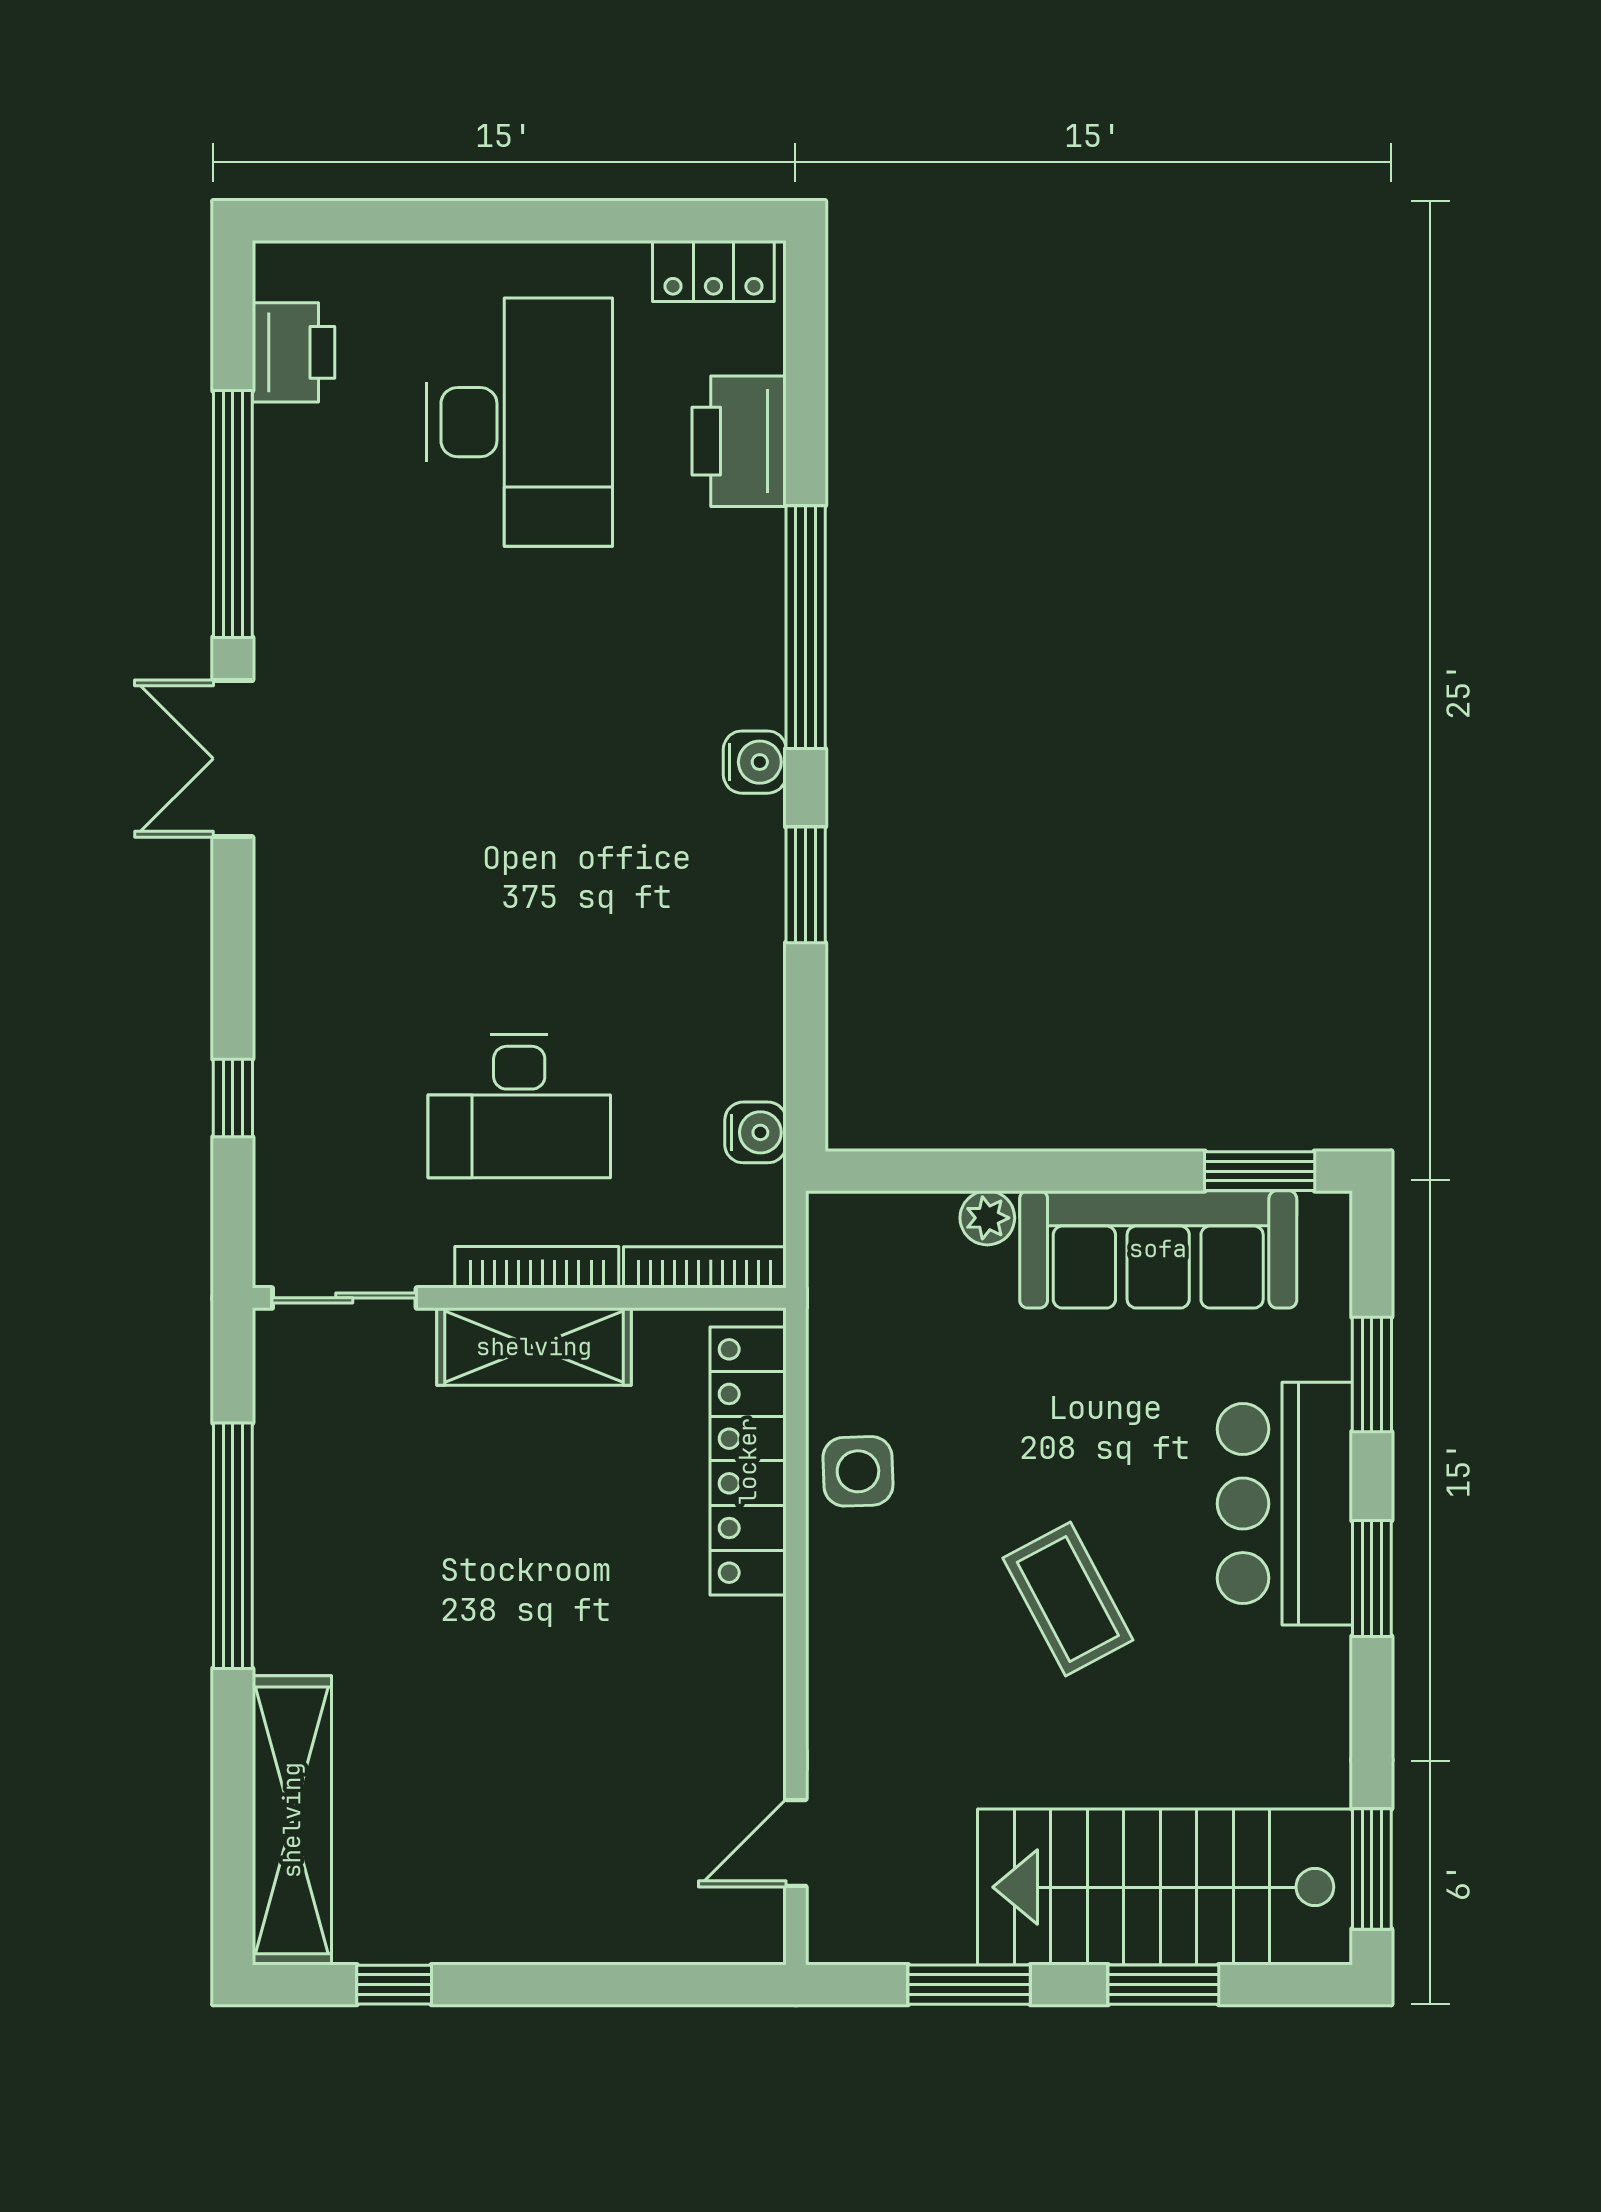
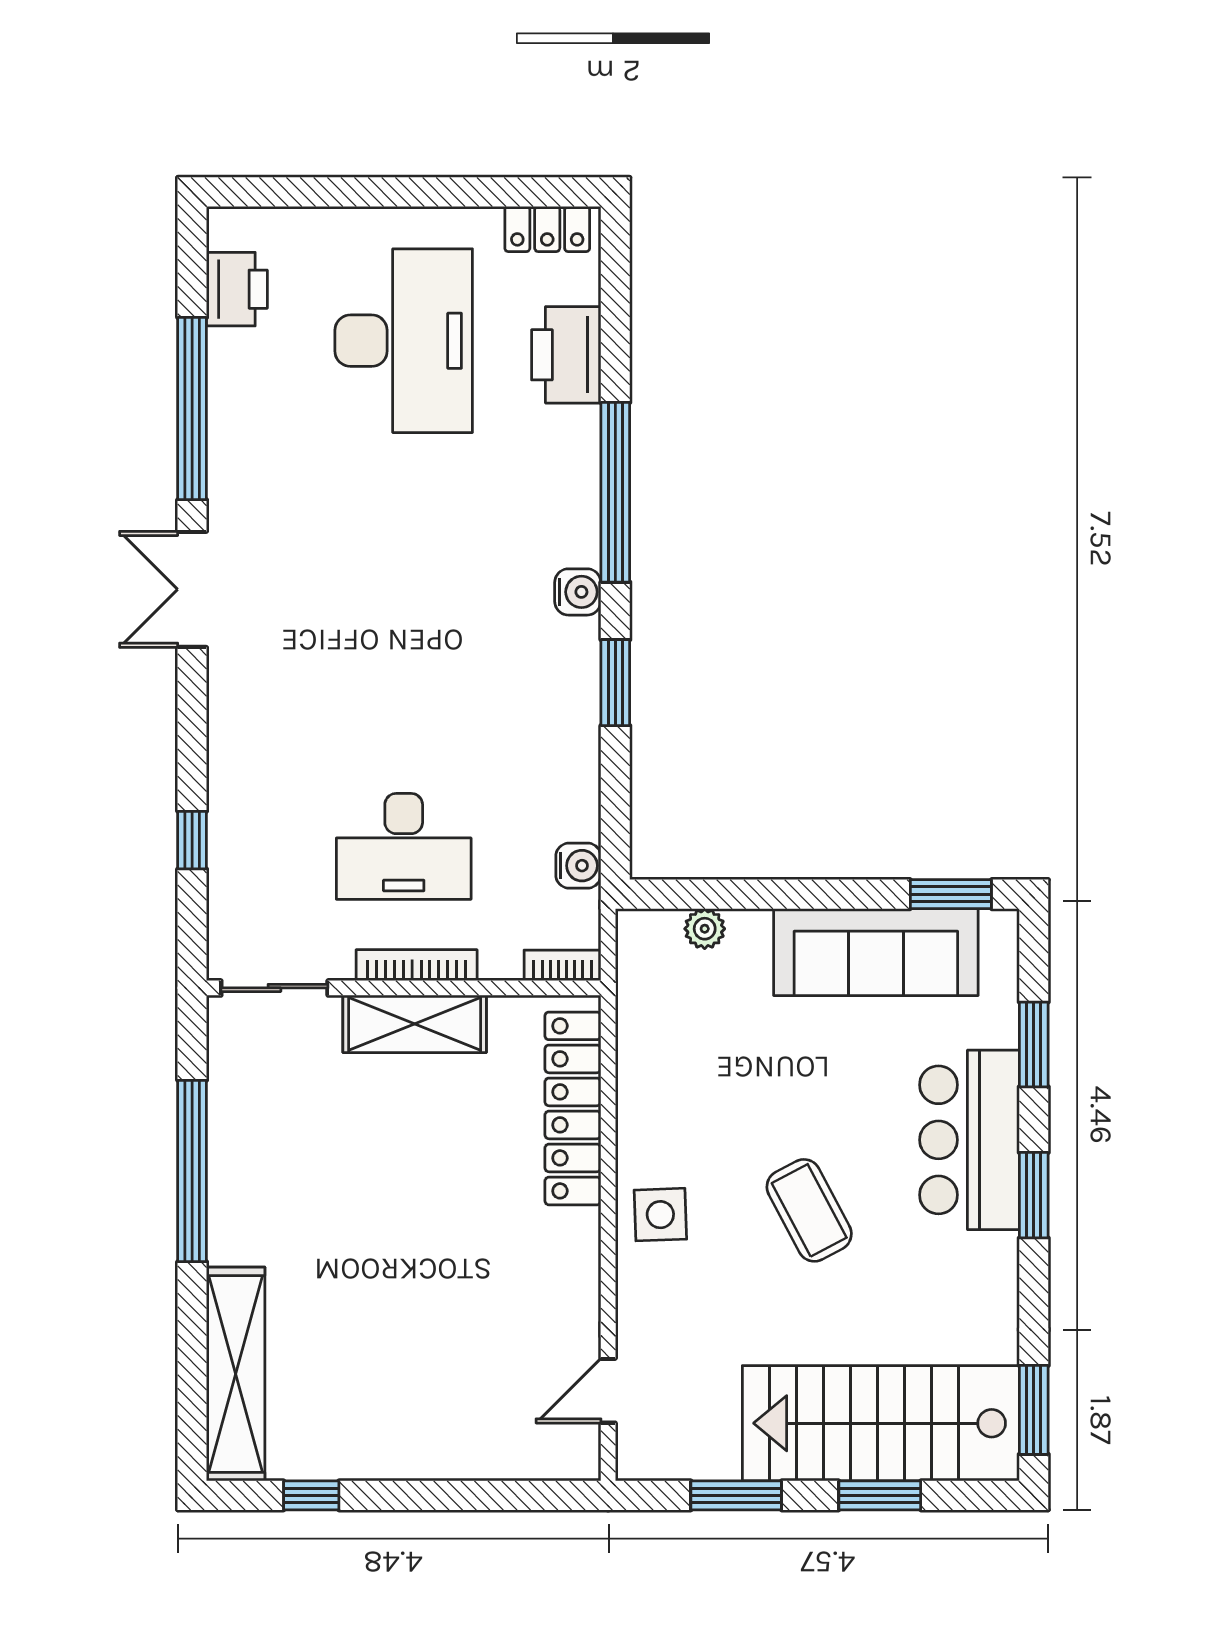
plant: (987, 1218) -> (705, 929), moved
bookcase: (705, 1267) -> (562, 965), width x0.64
side table: (858, 1471) -> (660, 1215), moved

